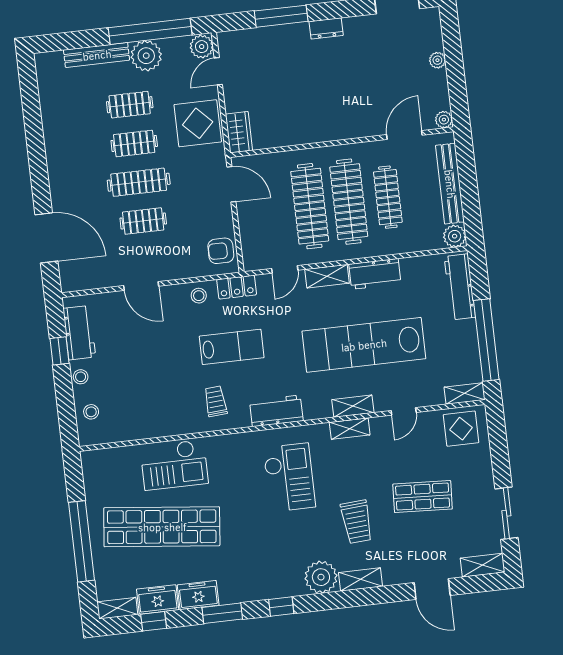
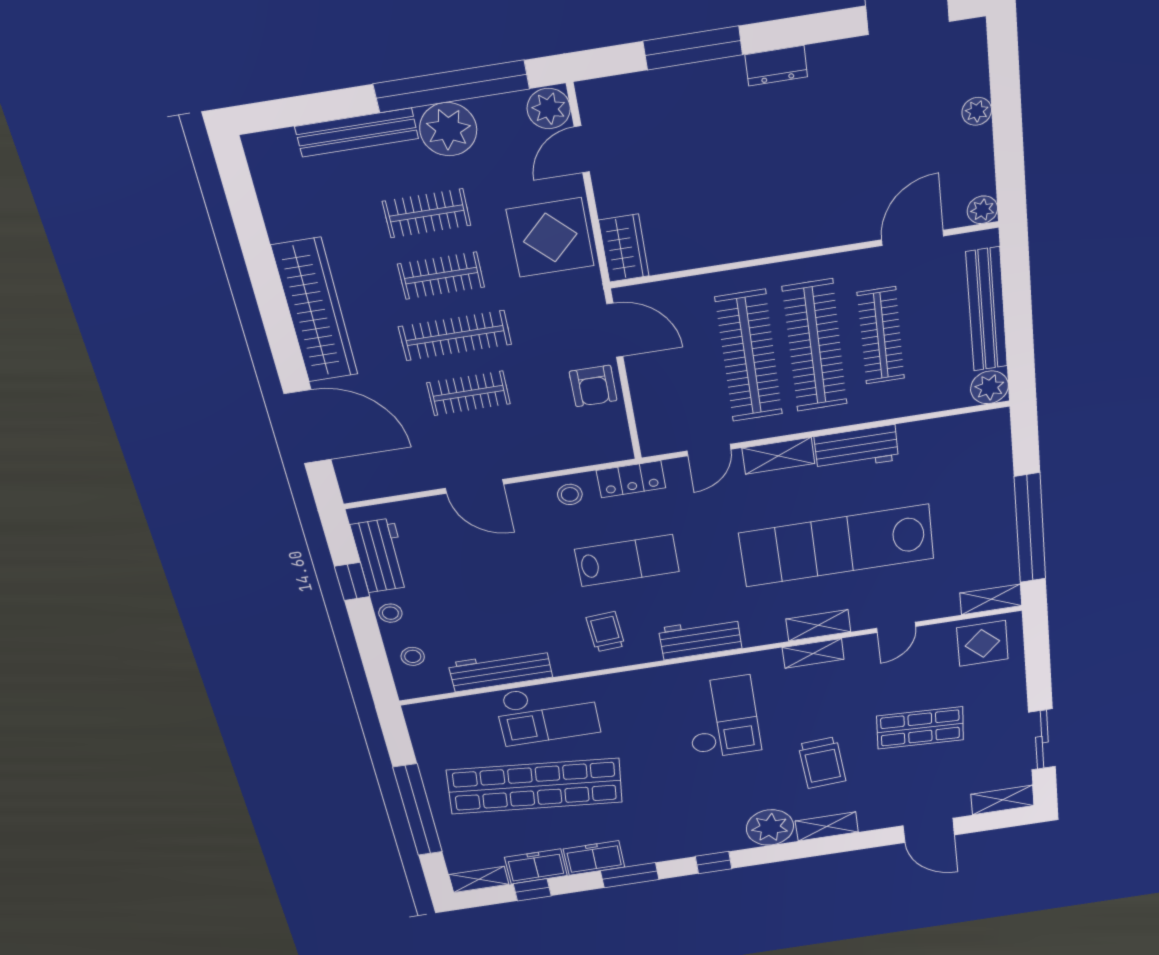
wardrobe: (60, 161) -> (315, 311), added
armchair: (221, 251) -> (593, 386), moved, turned -90
workbench: (460, 287) -> (500, 670), moved, turned 90

